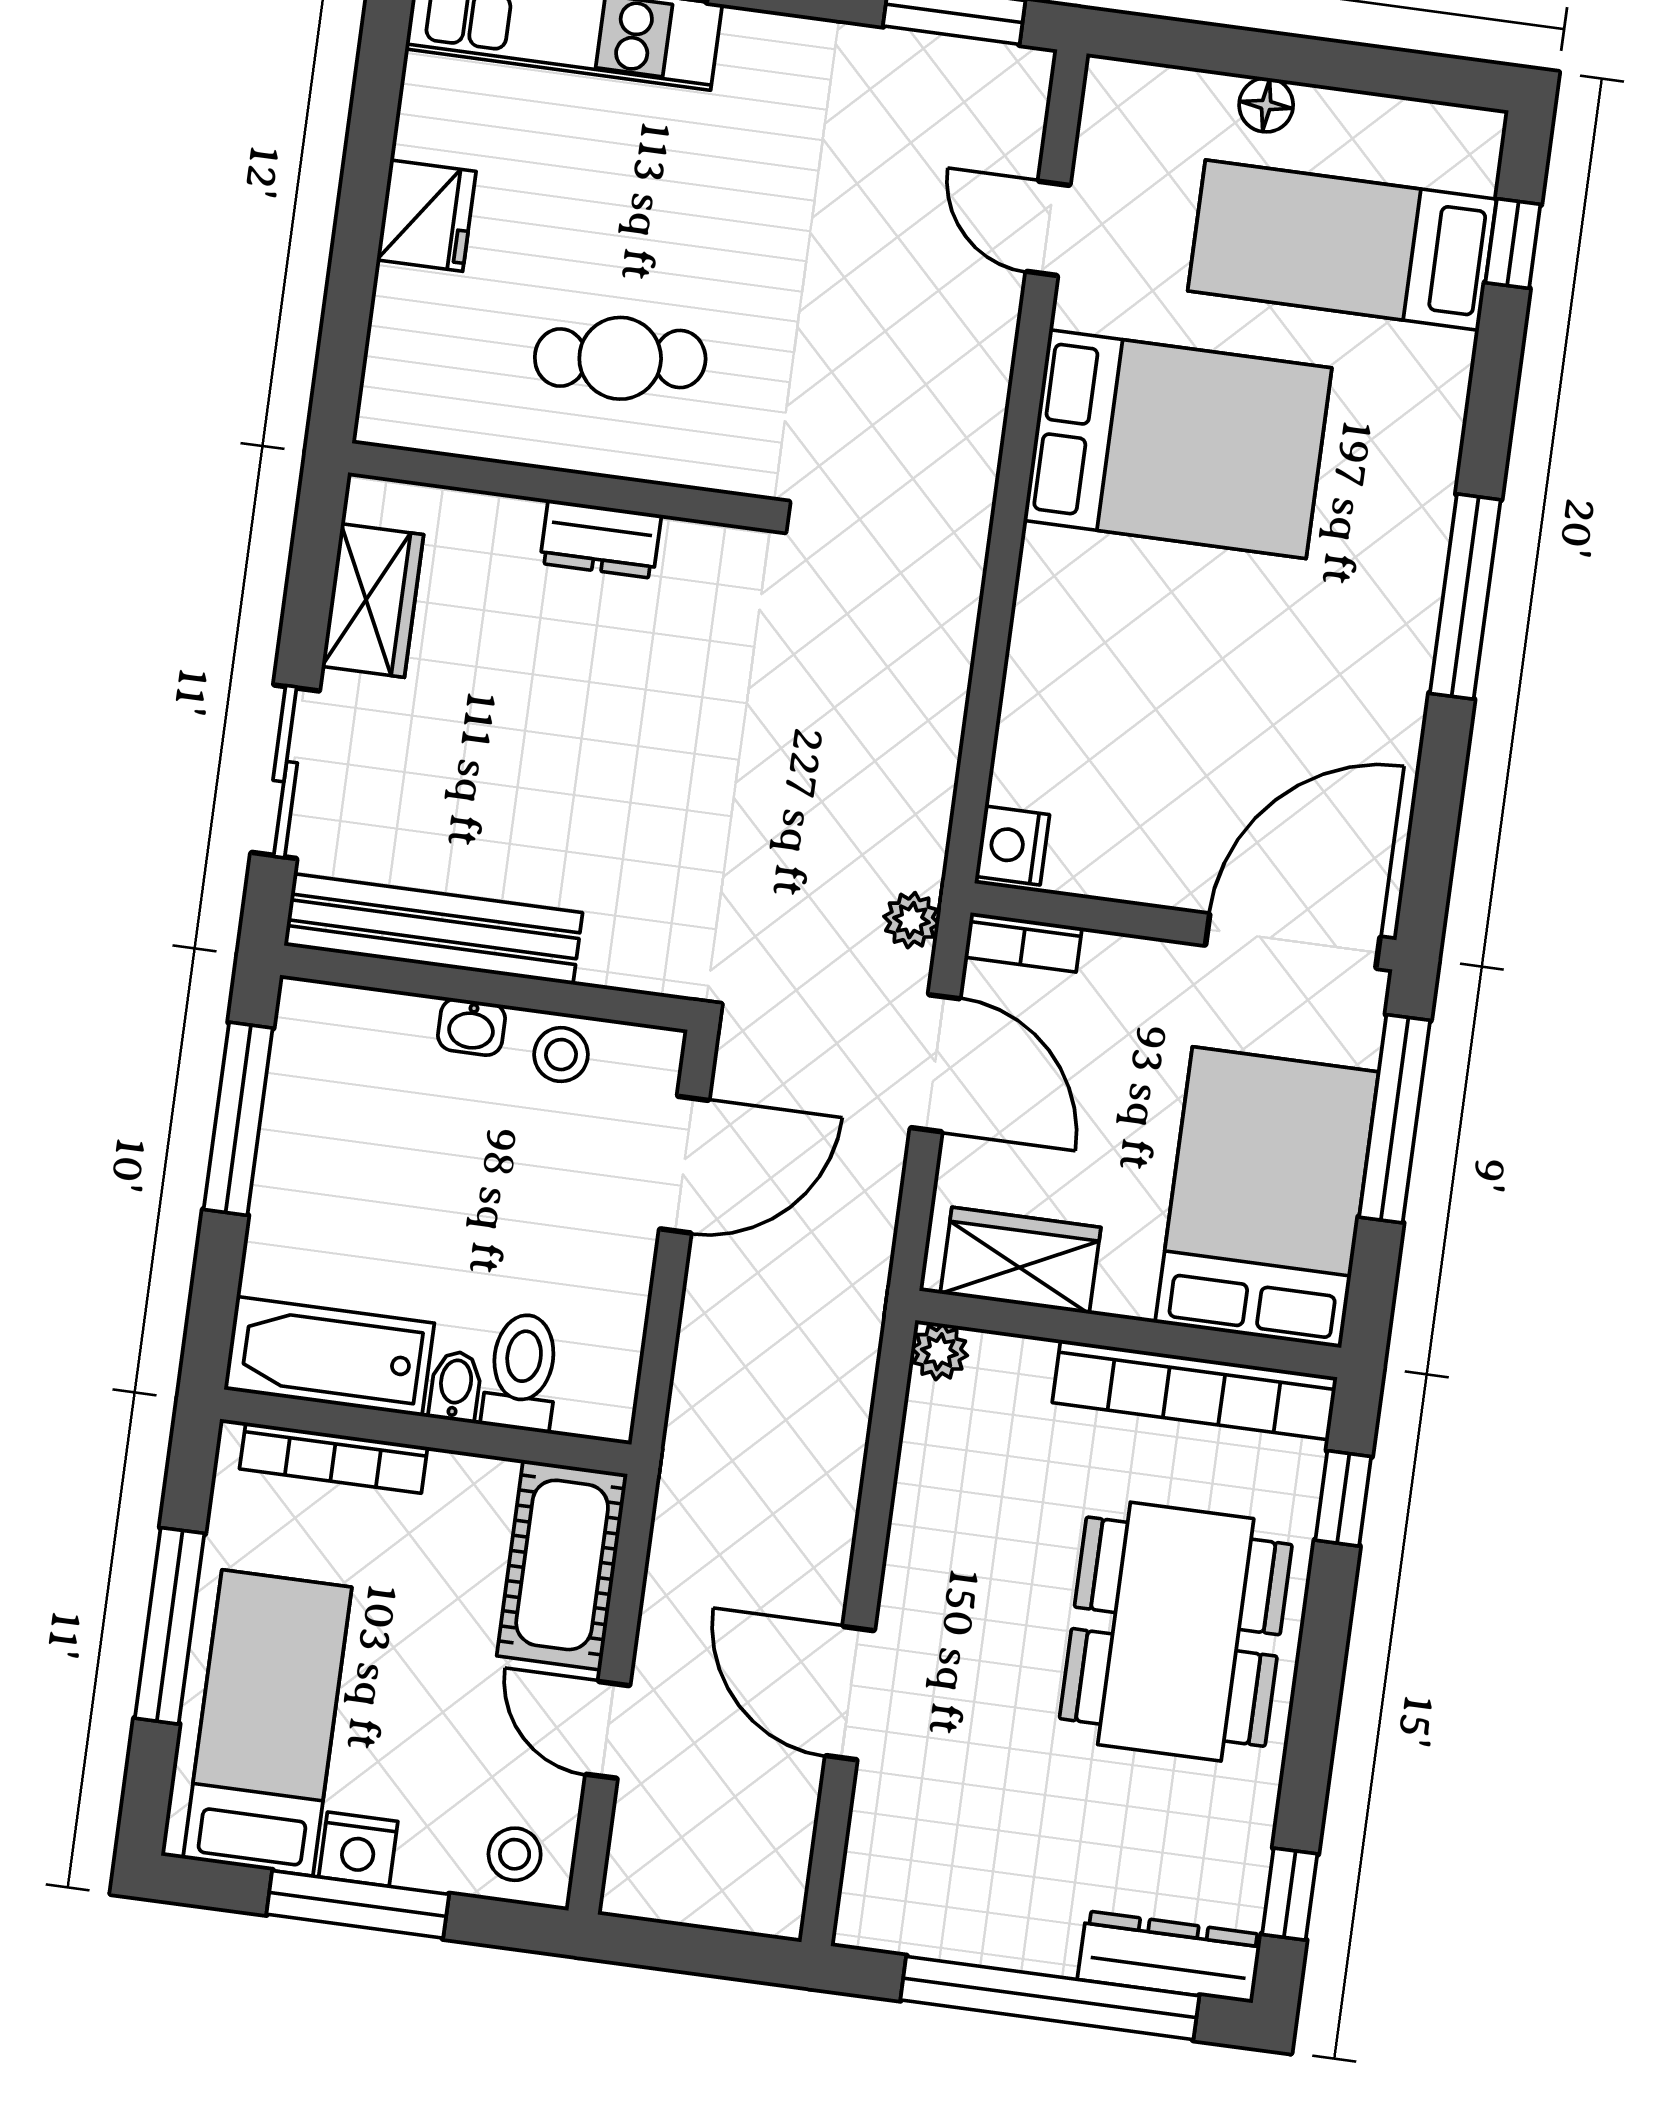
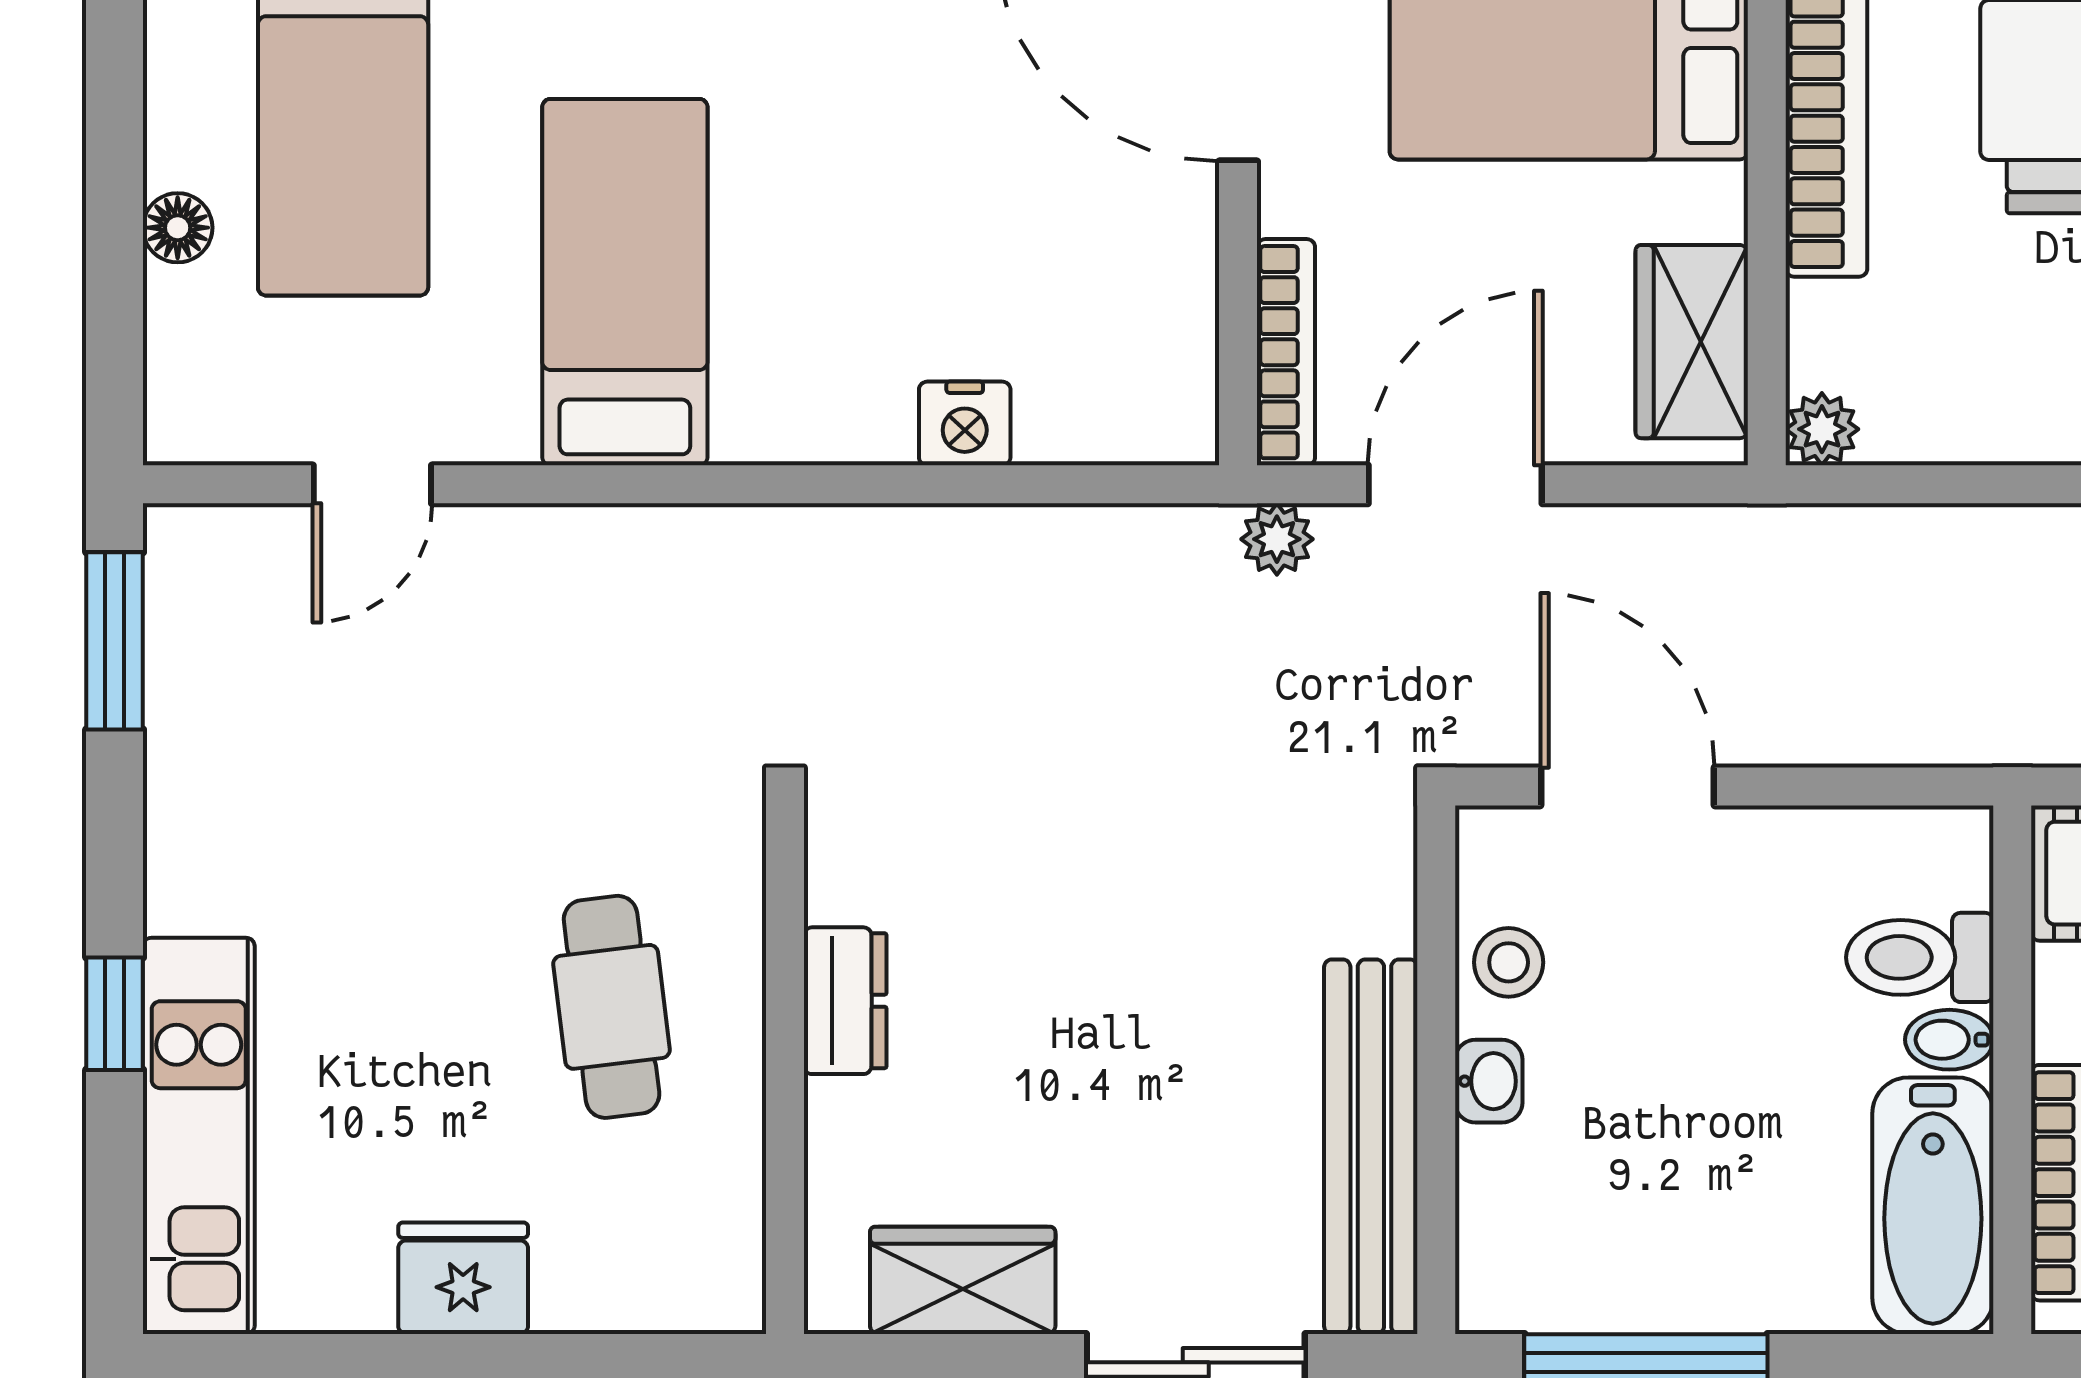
bed: (1178, 444) -> (625, 282), width x0.67
nightstand: (1012, 846) -> (965, 423), moved
bookcase: (1023, 942) -> (1286, 352), width x1.56

